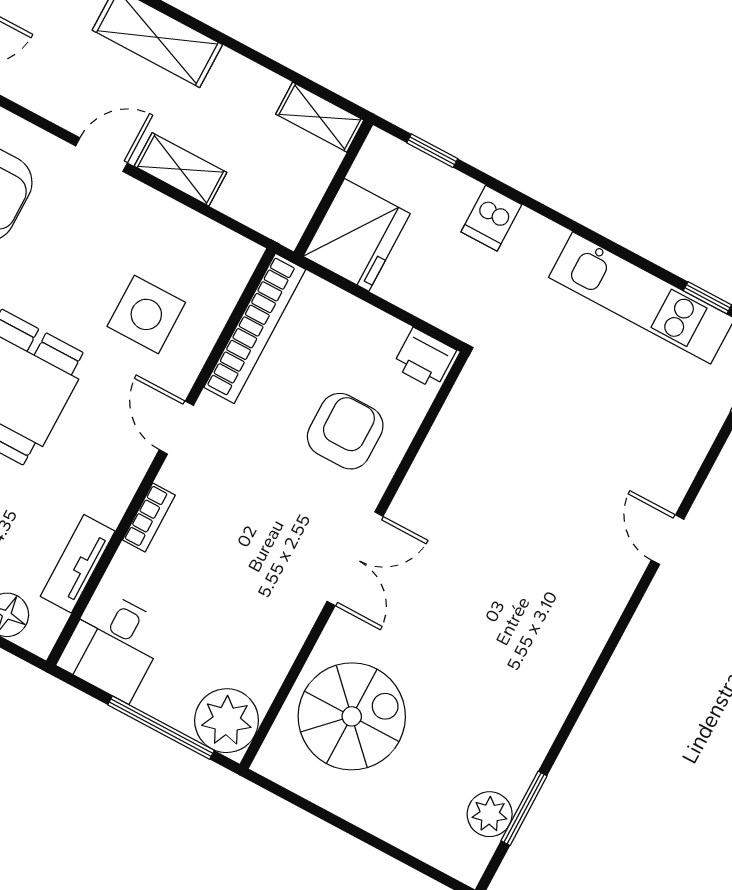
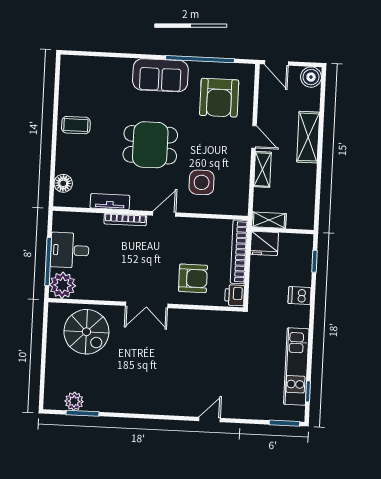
shelving: (320, 117) -> (269, 220), moved, turned 90
fridge: (357, 235) -> (264, 243), width x0.73, depth x0.75
bookcase: (255, 328) -> (239, 252), moved, turned 90
bookcase: (149, 517) -> (125, 220), width x1.56
tv unit: (78, 564) -> (110, 202), moved
desk: (113, 645) -> (70, 250), moved

